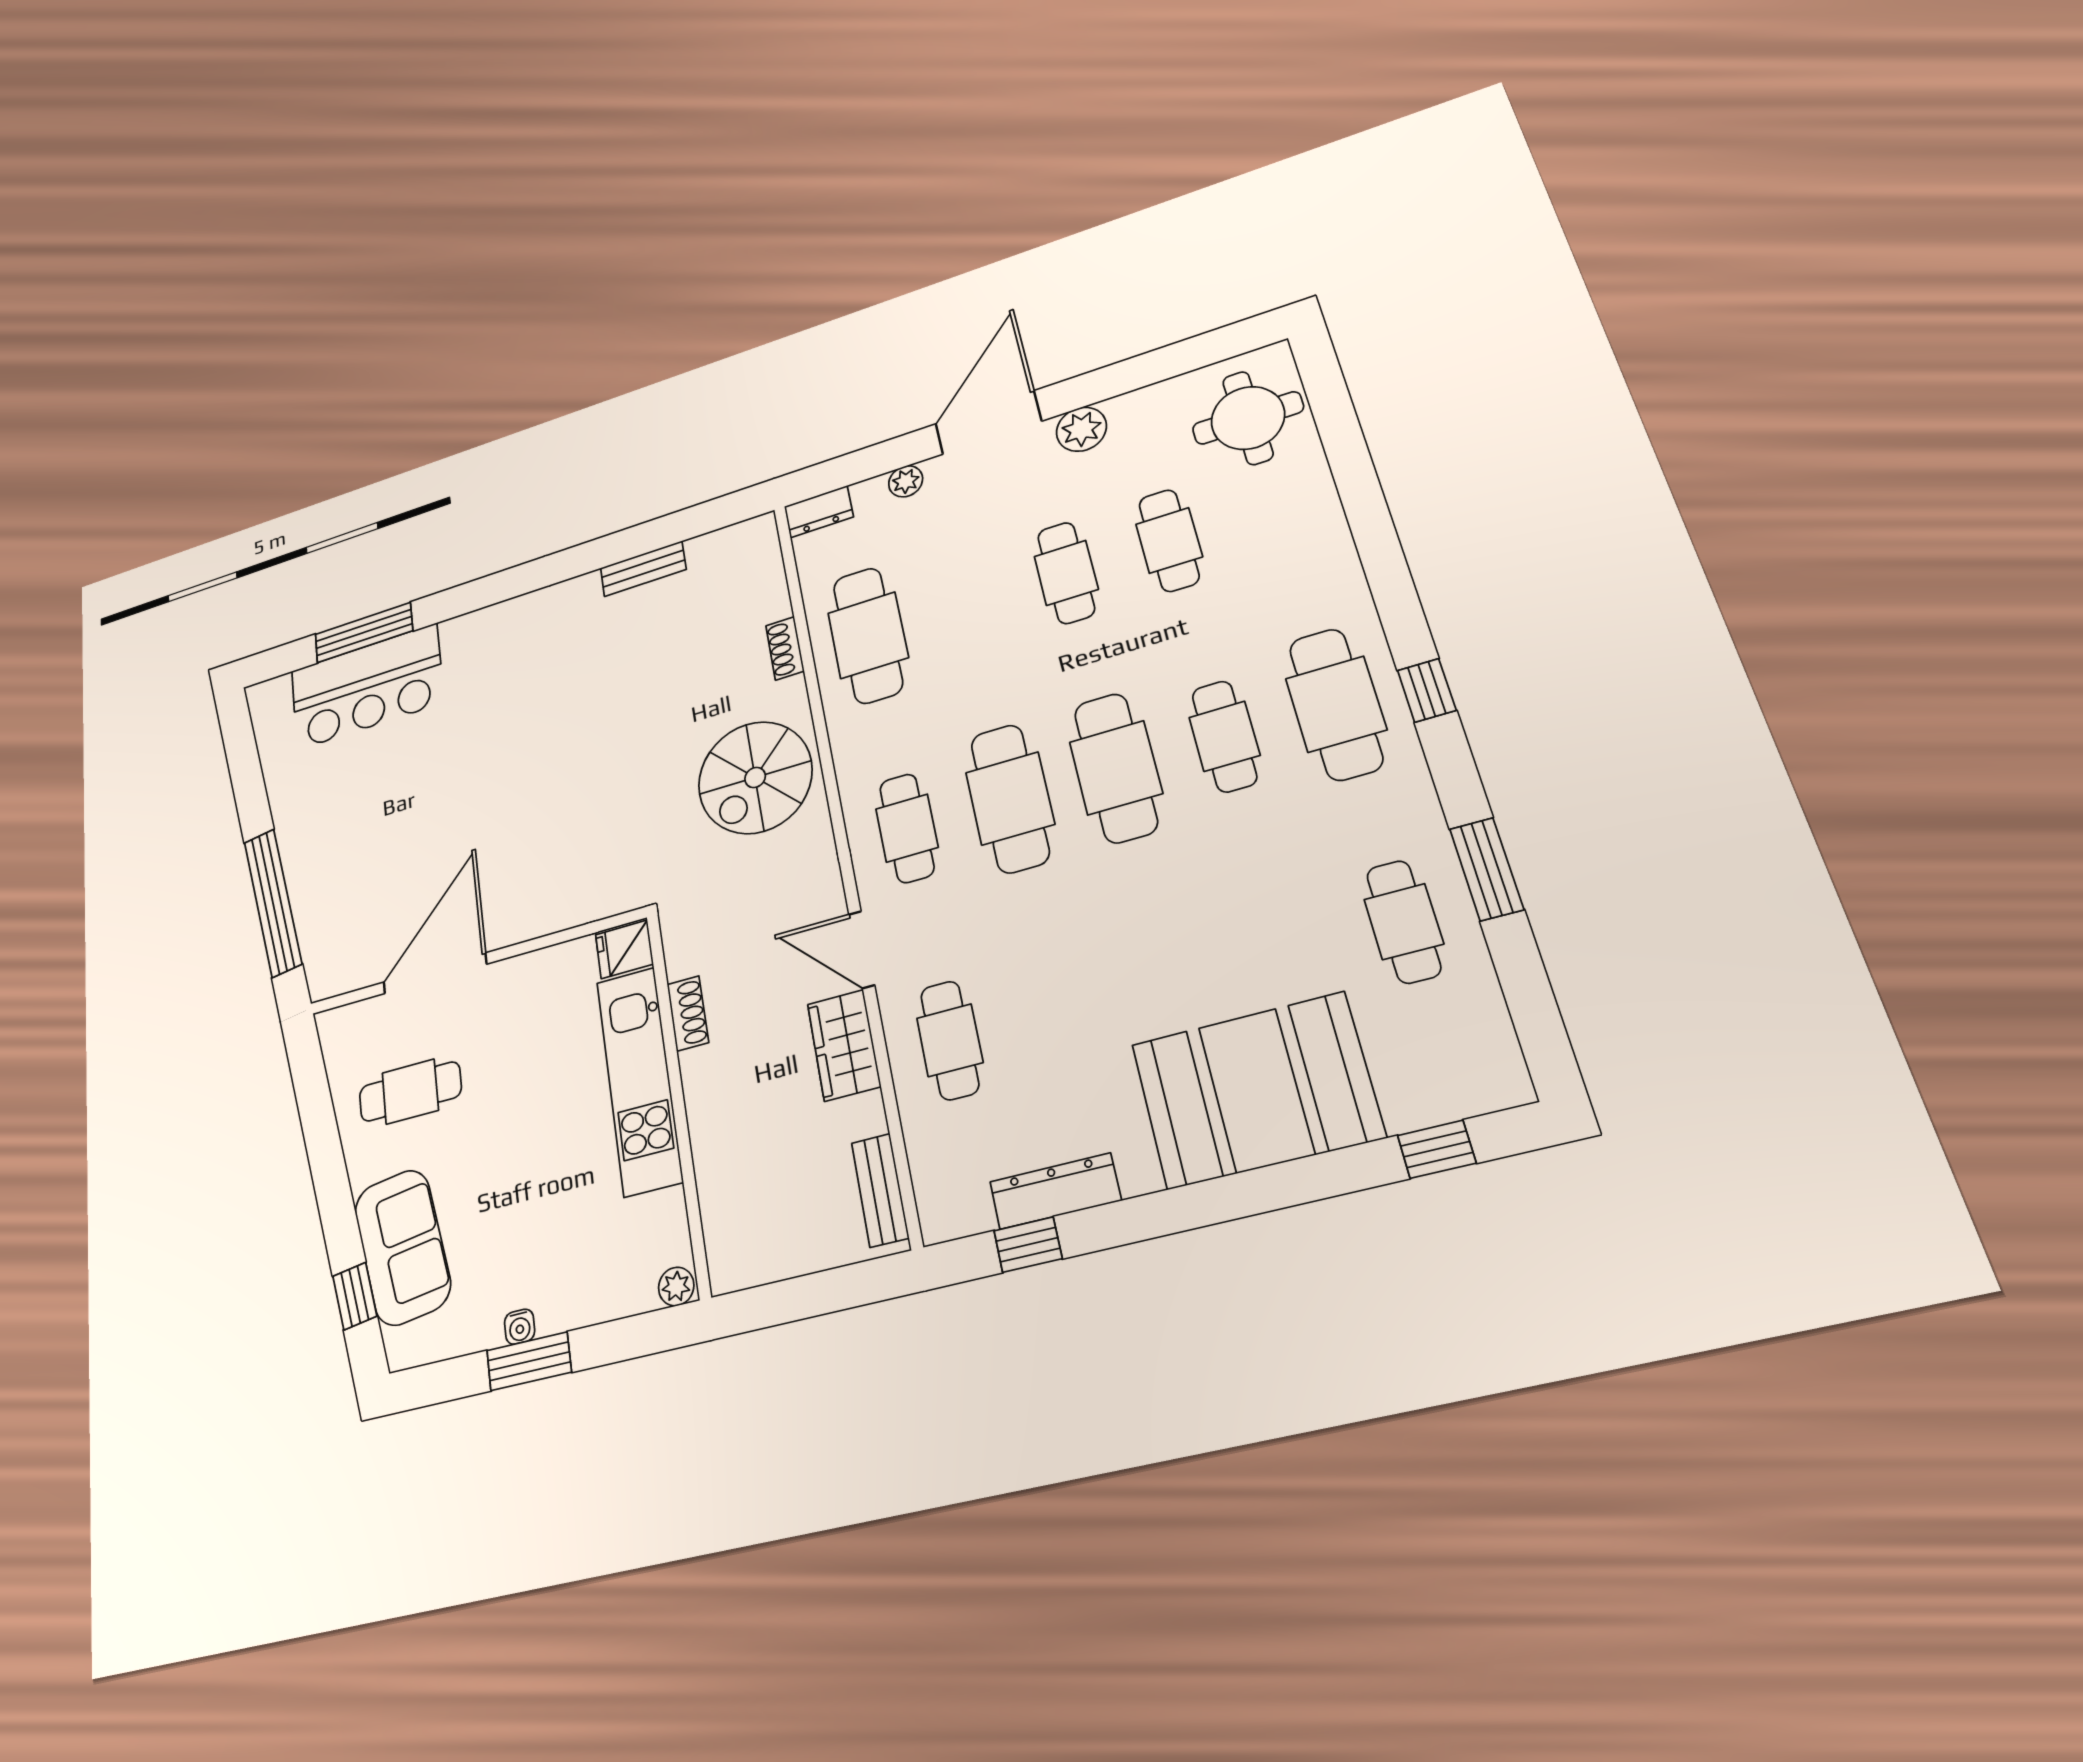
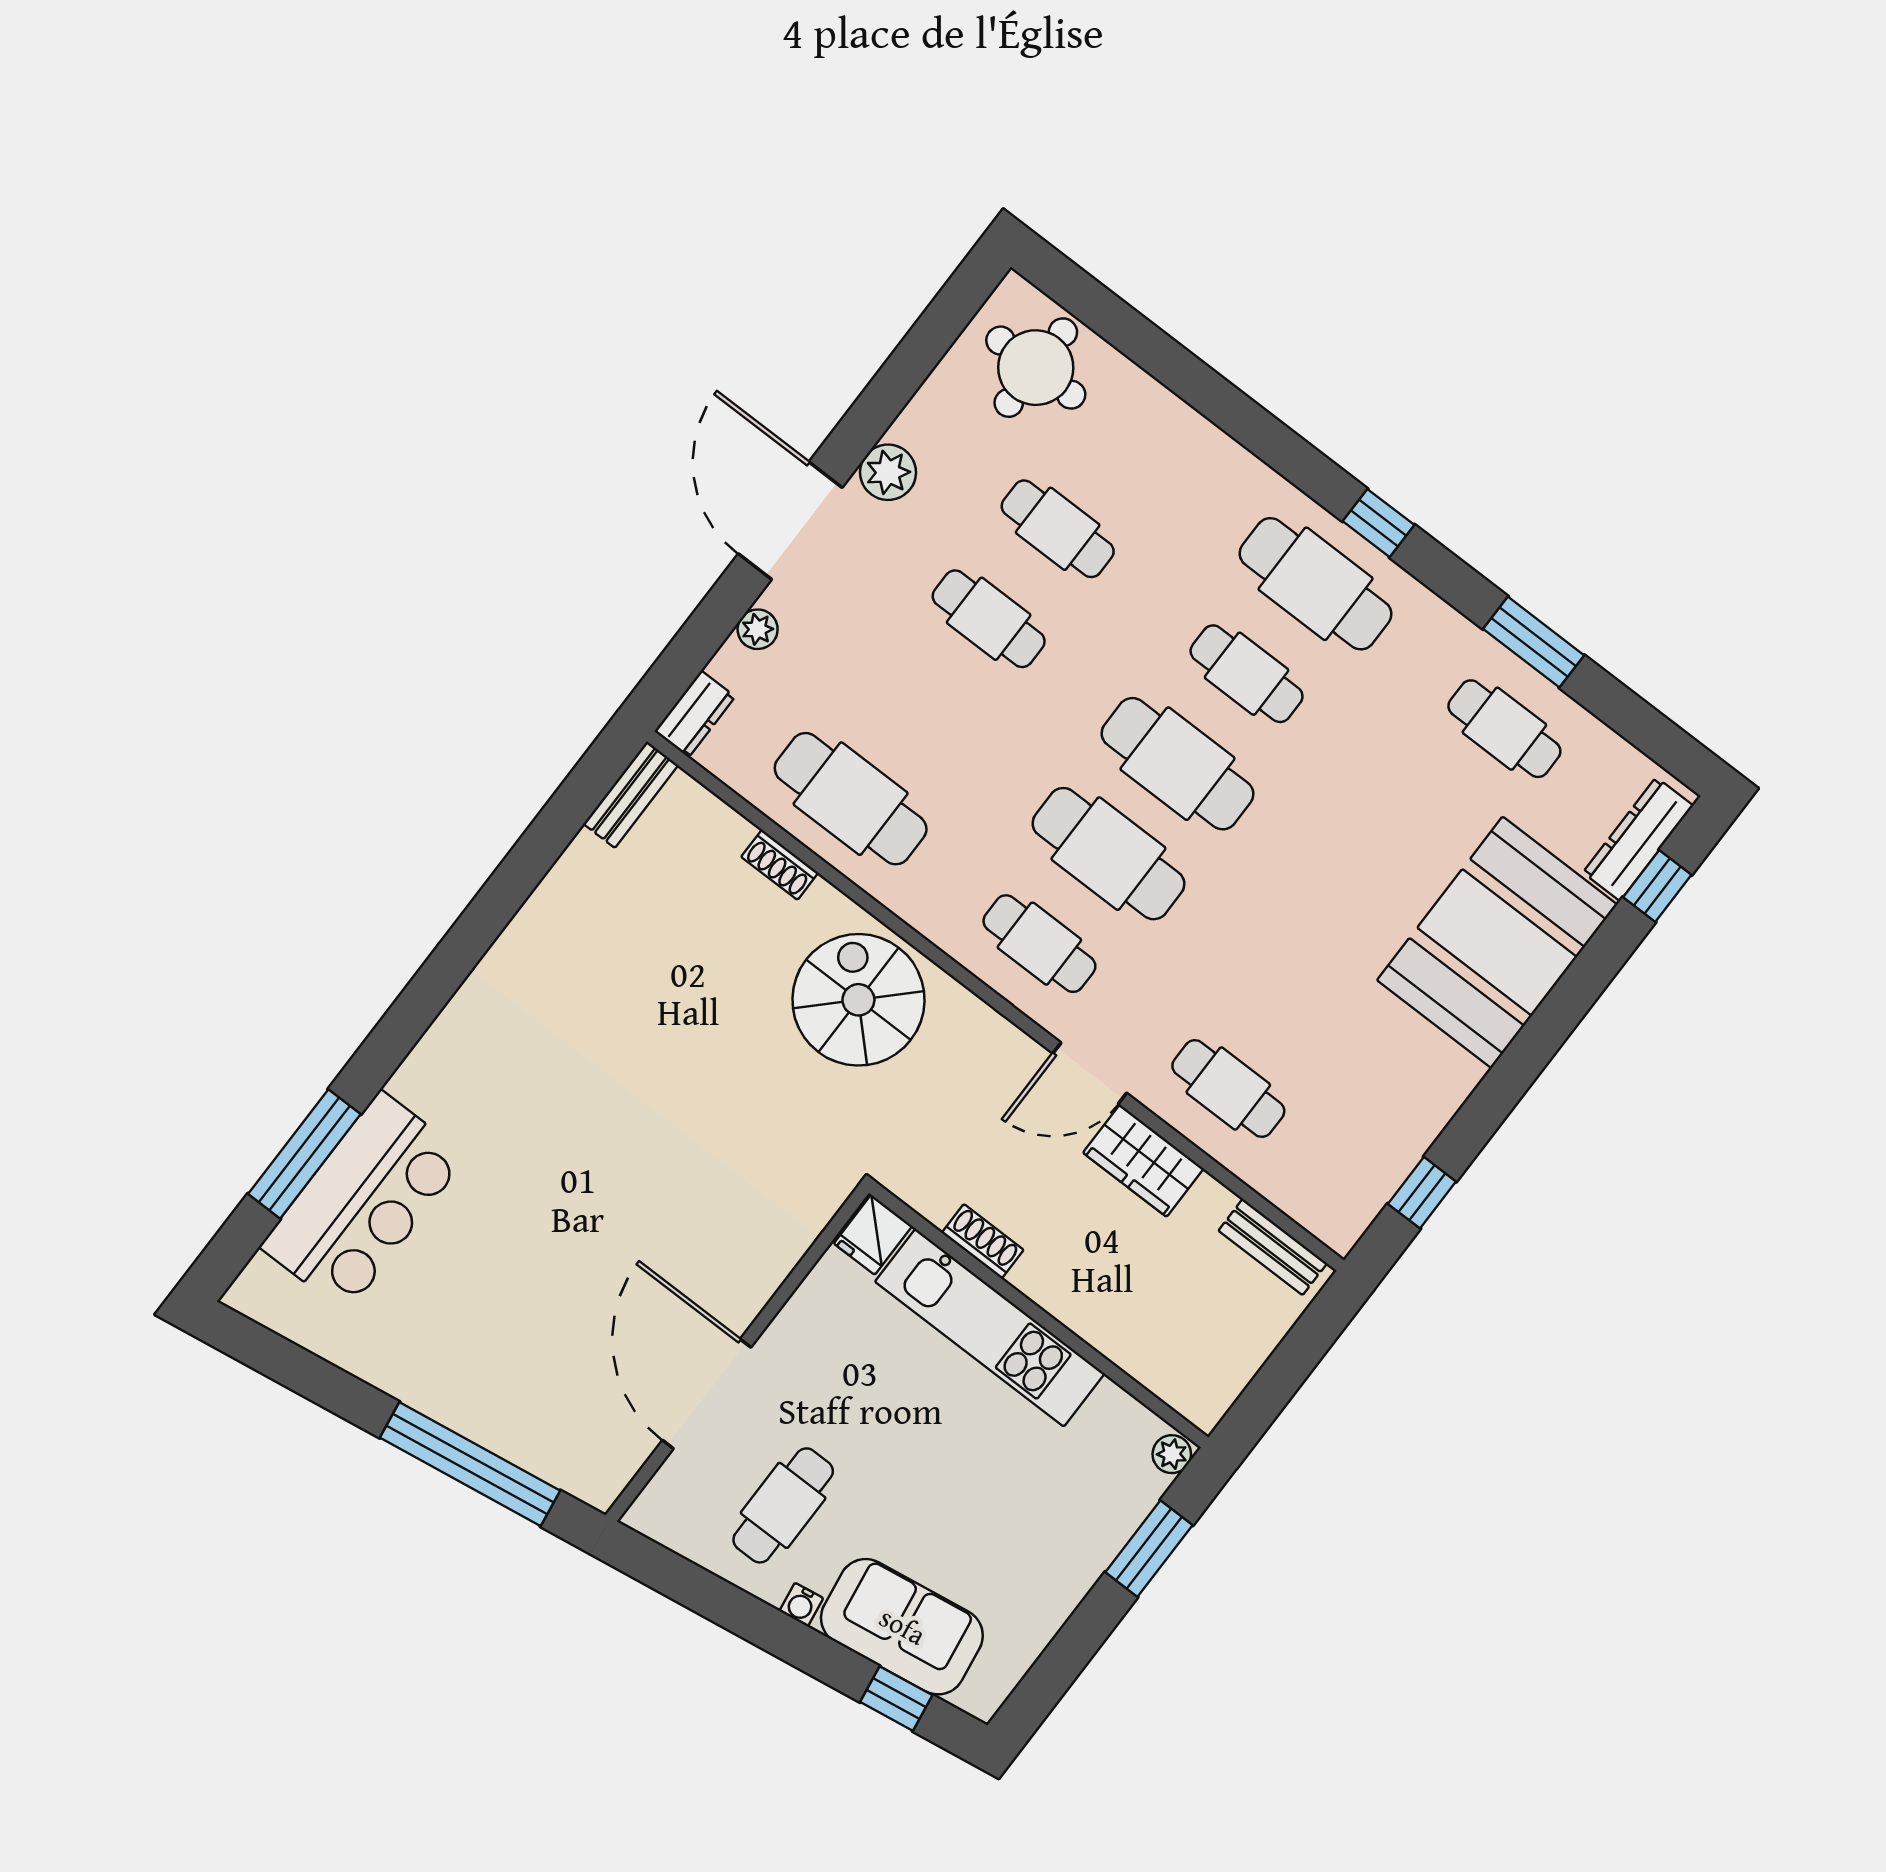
bench: (643, 569) -> (631, 795), moved
spiral stairs: (755, 777) -> (858, 1000), turned 180
dresser: (1055, 1191) -> (1638, 839), moved
water cooler: (520, 1327) -> (801, 1605), moved, turned 81
window: (529, 1361) -> (1149, 1549), moved

